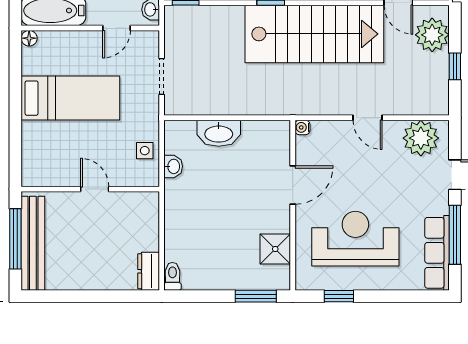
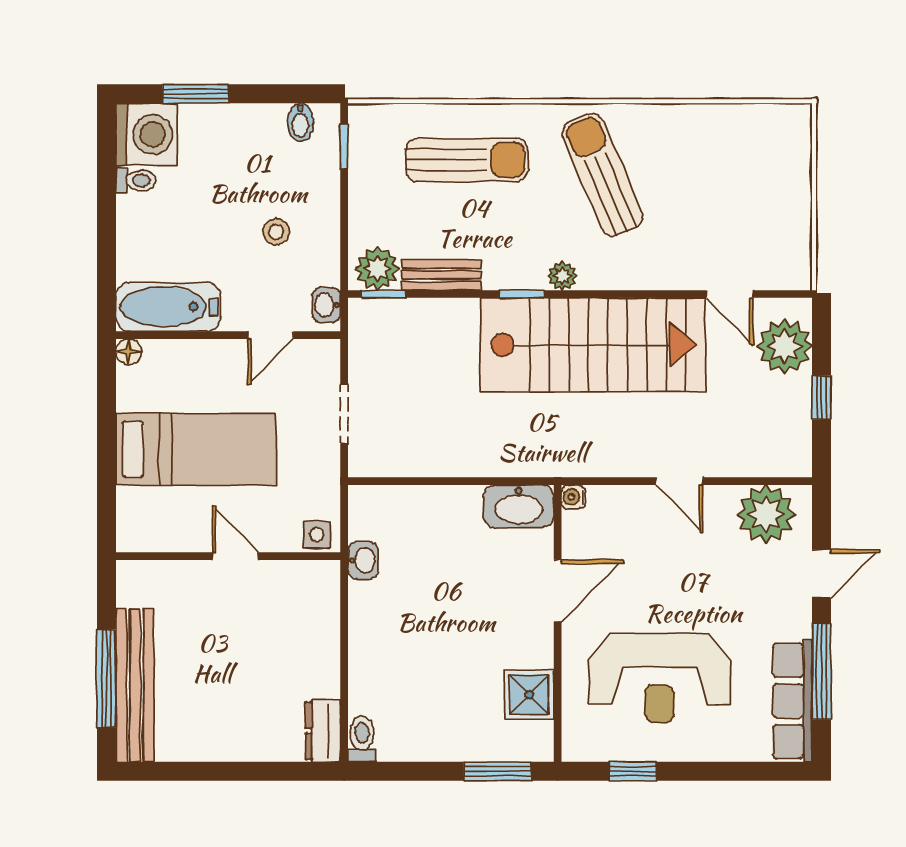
washbasin: (219, 133) -> (519, 506), moved
wall: (90, 189) -> (228, 556), moved
door: (95, 189) -> (235, 556), moved
reception desk: (355, 239) -> (660, 678), turned 180

